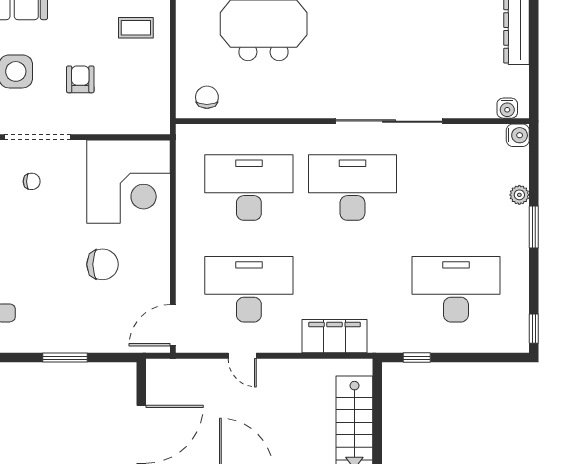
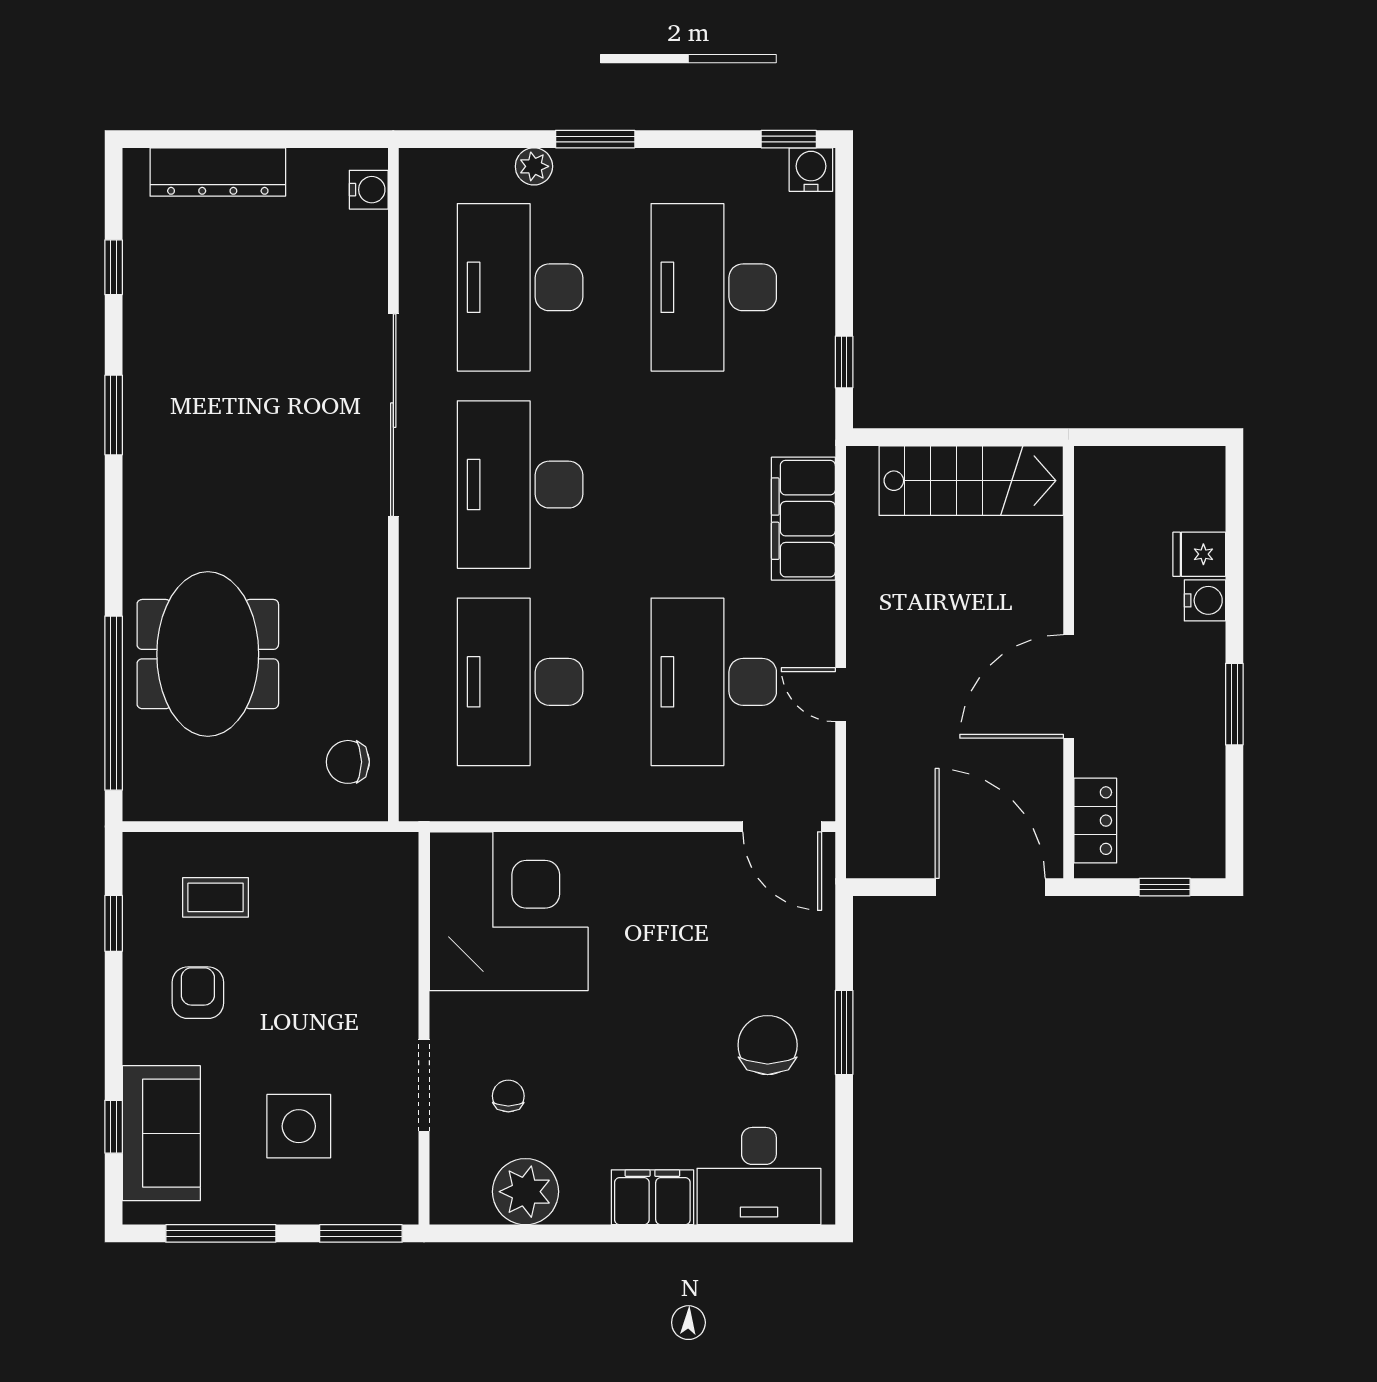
coffee table: (136, 28) -> (216, 897), turned 90
armchair: (80, 79) -> (198, 993), moved, turned 90
water cooler: (518, 135) -> (811, 170), moved
doorway: (37, 137) -> (424, 1085), width x0.73
desk: (456, 188) -> (520, 287), added
chair: (103, 264) -> (768, 1045), moved
door: (242, 356) -> (841, 695), swing flipped

